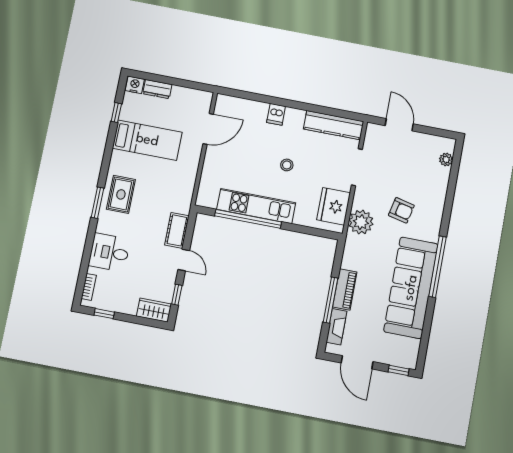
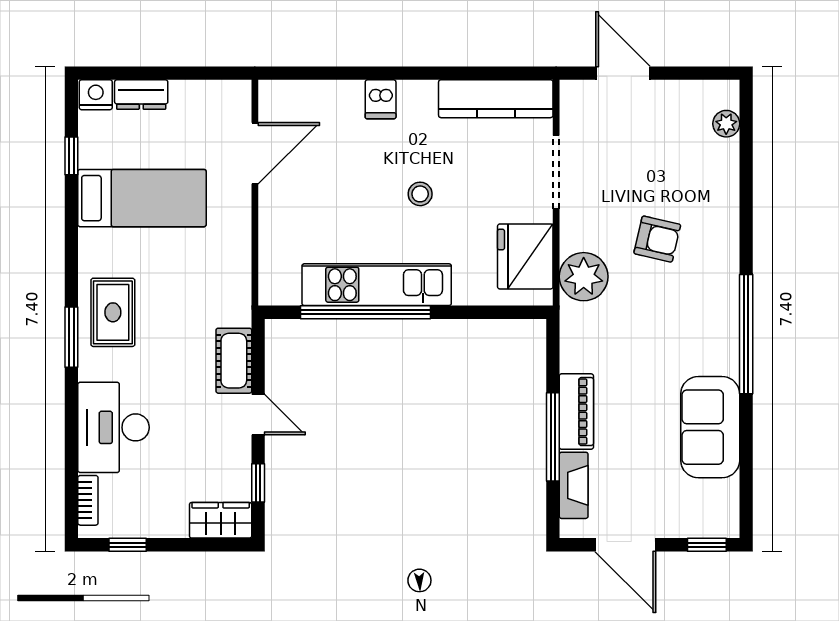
desk: (109, 252) -> (114, 427), width x1.37
sofa: (411, 288) -> (710, 427), width x0.54, depth x0.79

